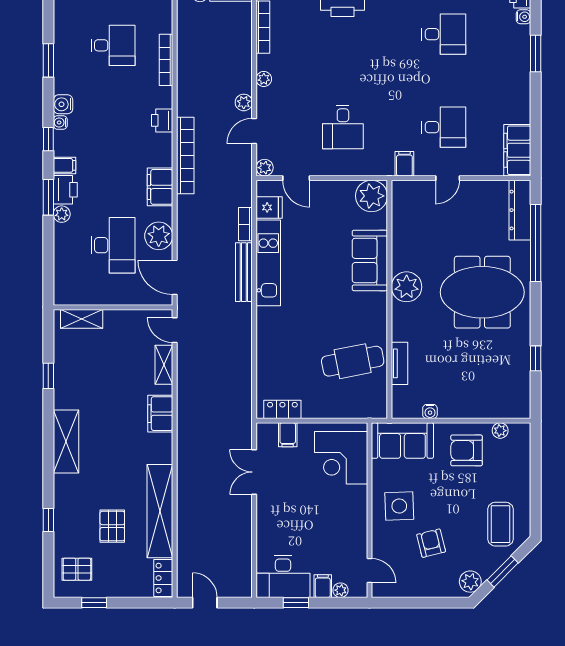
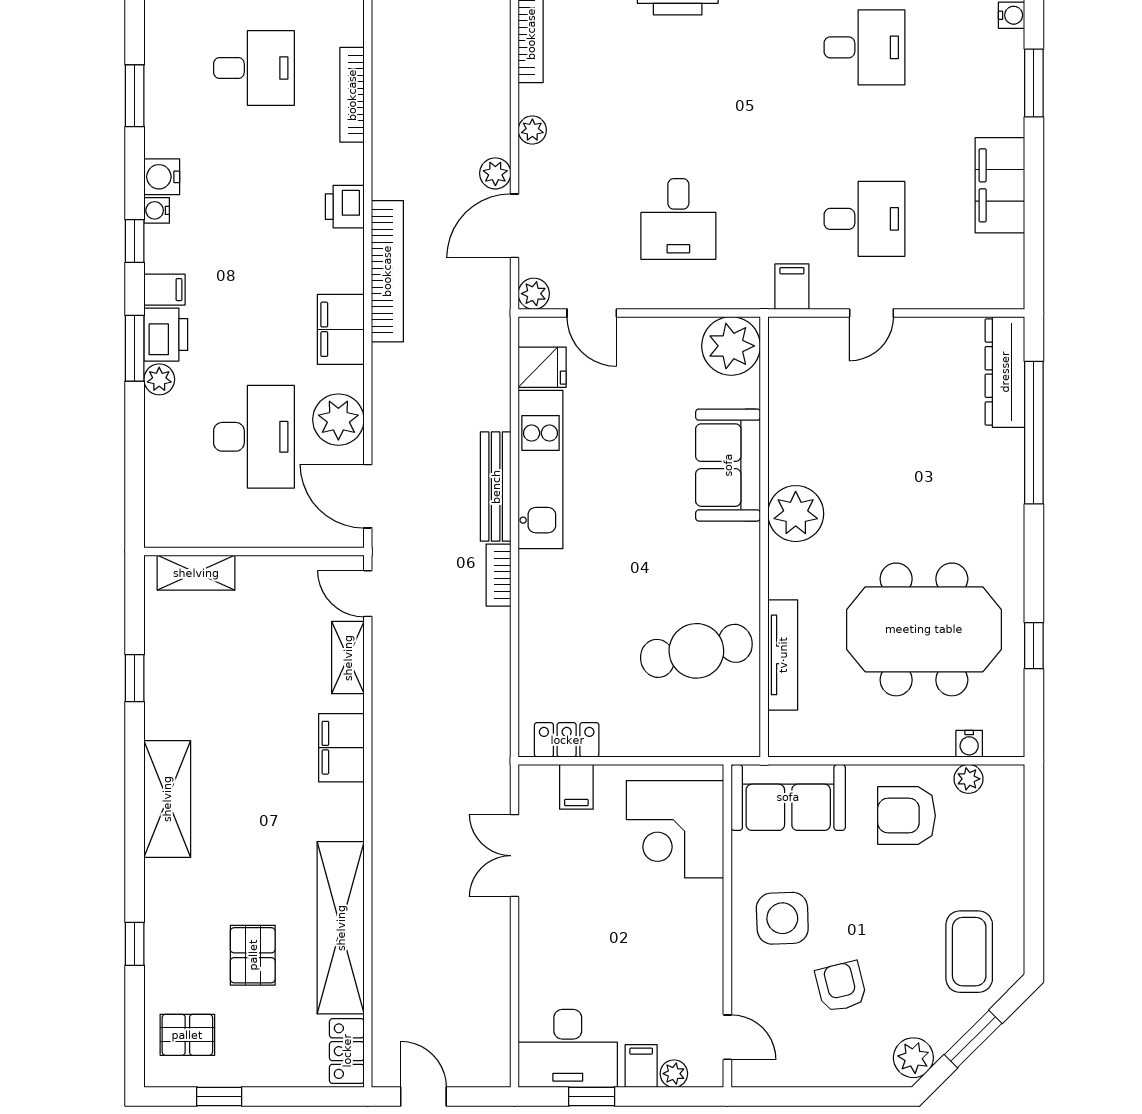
door: (254, 131) -> (515, 226), width x1.38
filing cabinet: (517, 150) -> (1000, 185), moved
bookcase: (245, 224) -> (498, 575), moved
meeting table: (482, 292) -> (924, 629), moved
tv unit: (399, 363) -> (783, 655), width x1.41
water cooler: (430, 411) -> (969, 744), moved

